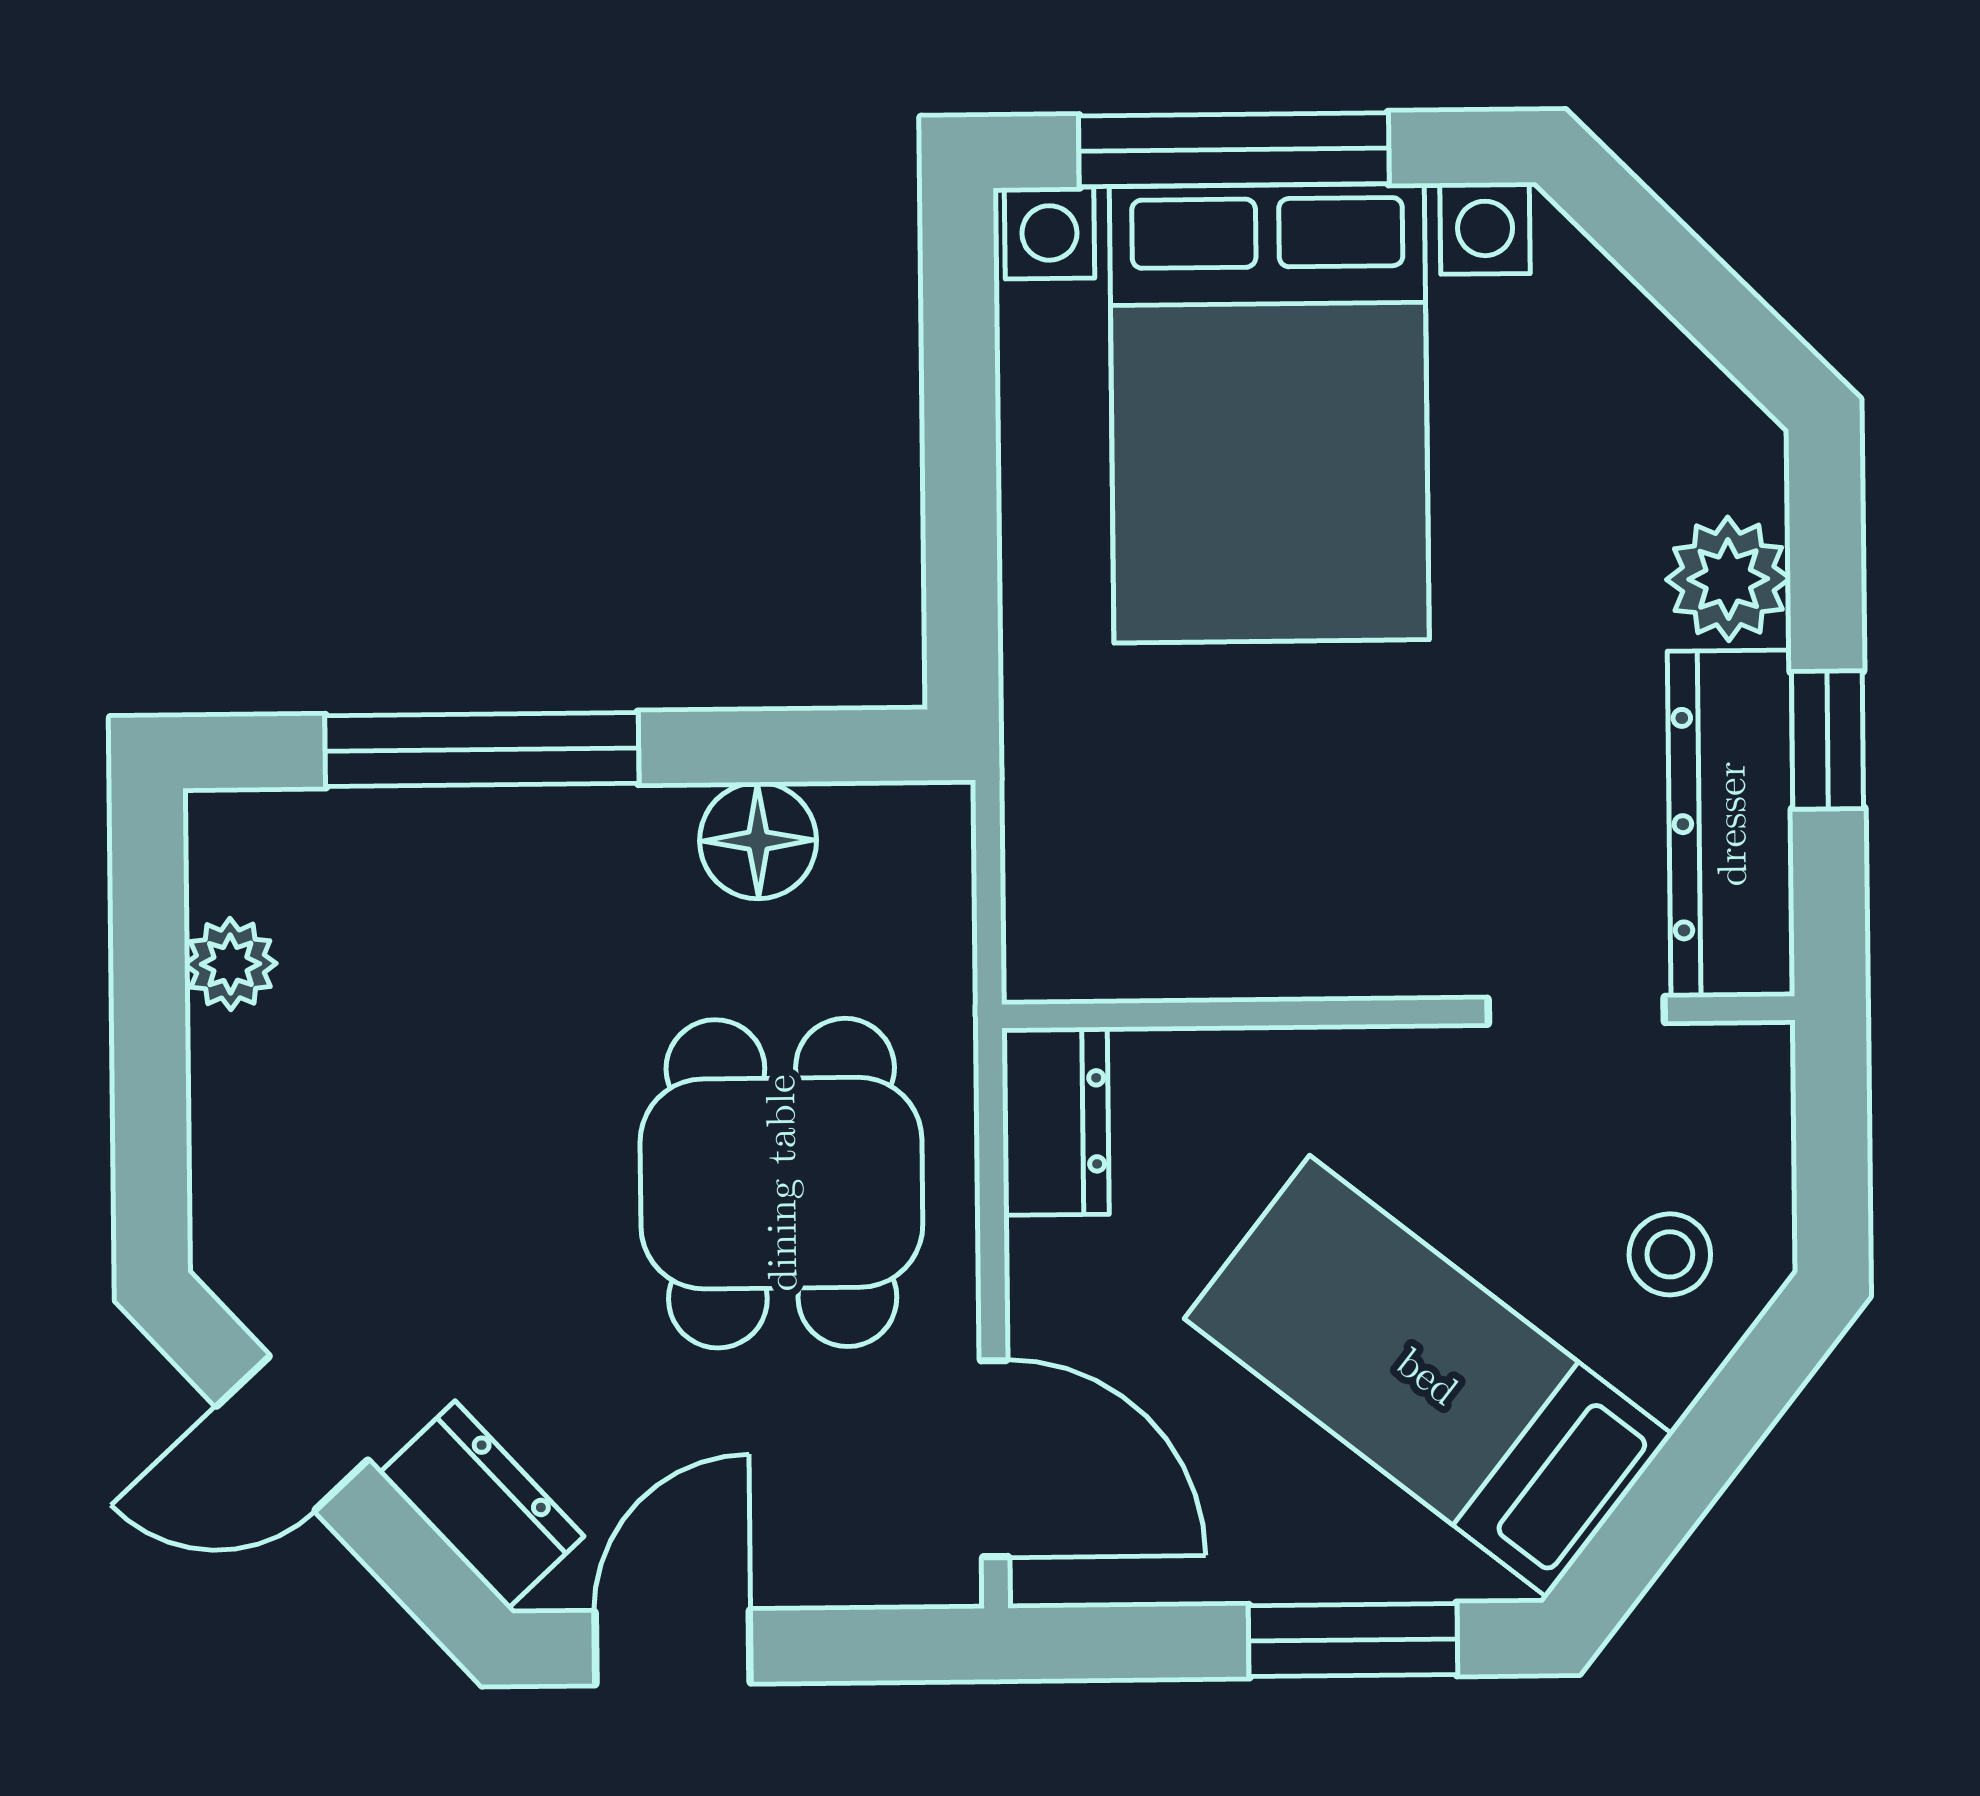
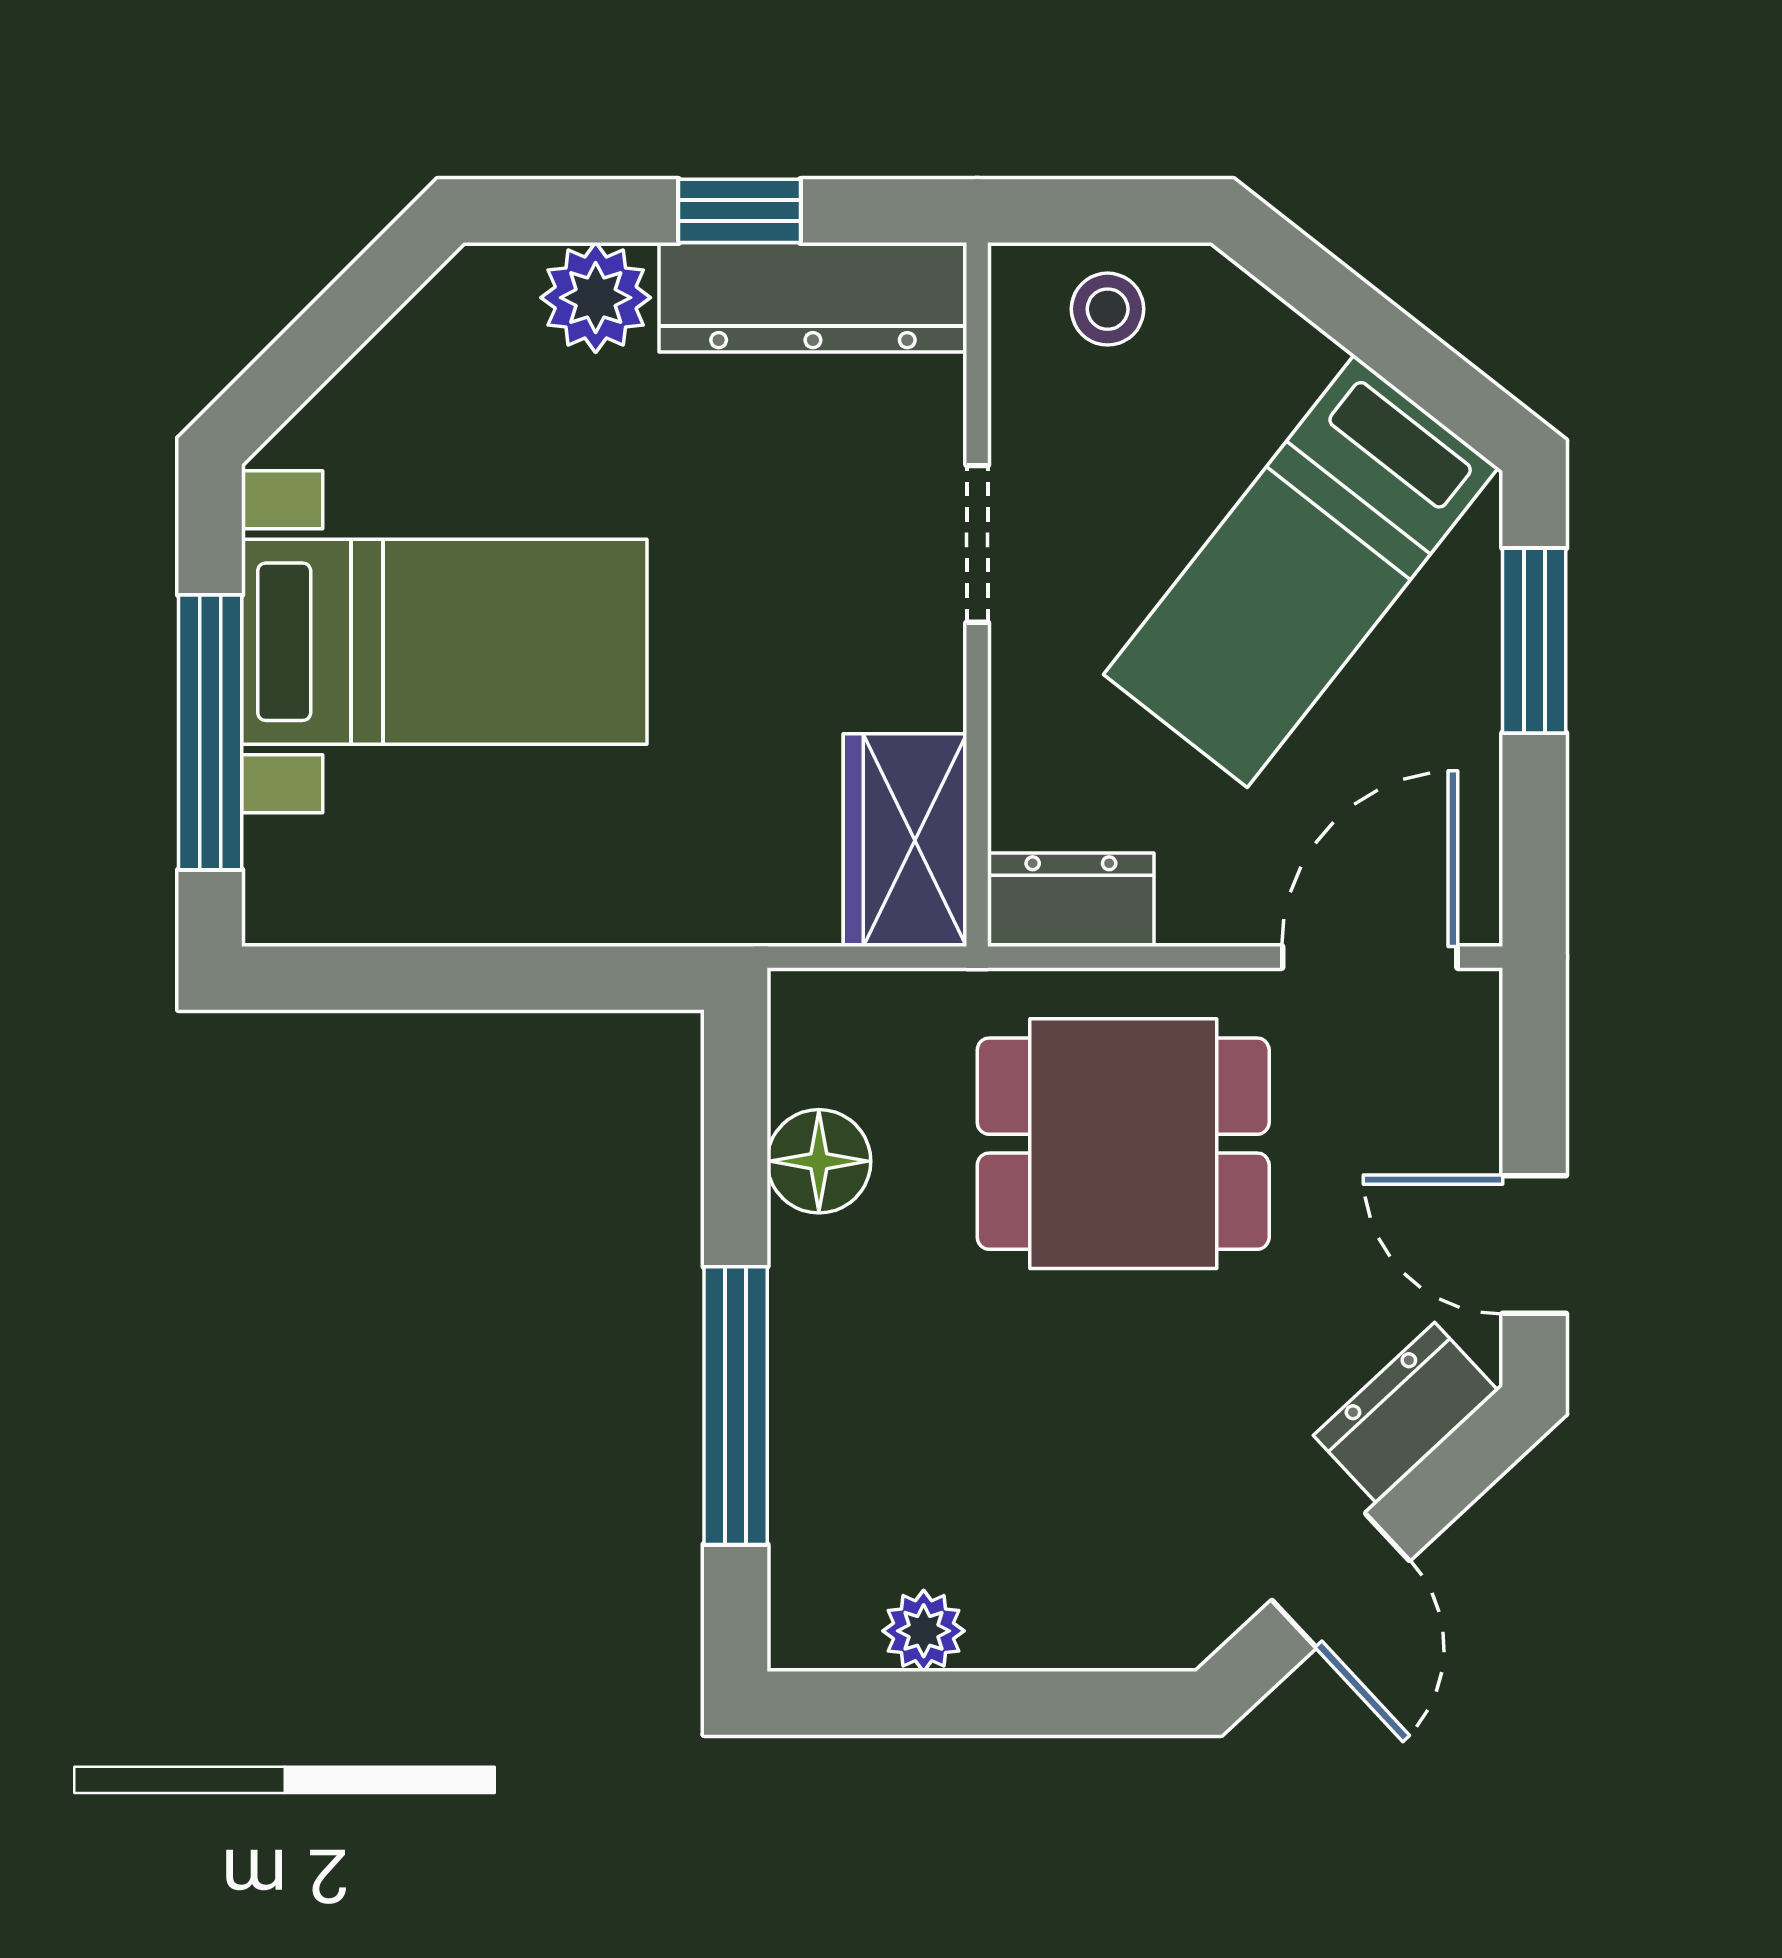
bed with nightstands: (1269, 413) -> (444, 642), width x0.73
wardrobe: (1121, 934) -> (905, 840), added
doorway: (1576, 1010) -> (977, 544), moved
stool: (1670, 1254) -> (1108, 309), moved

